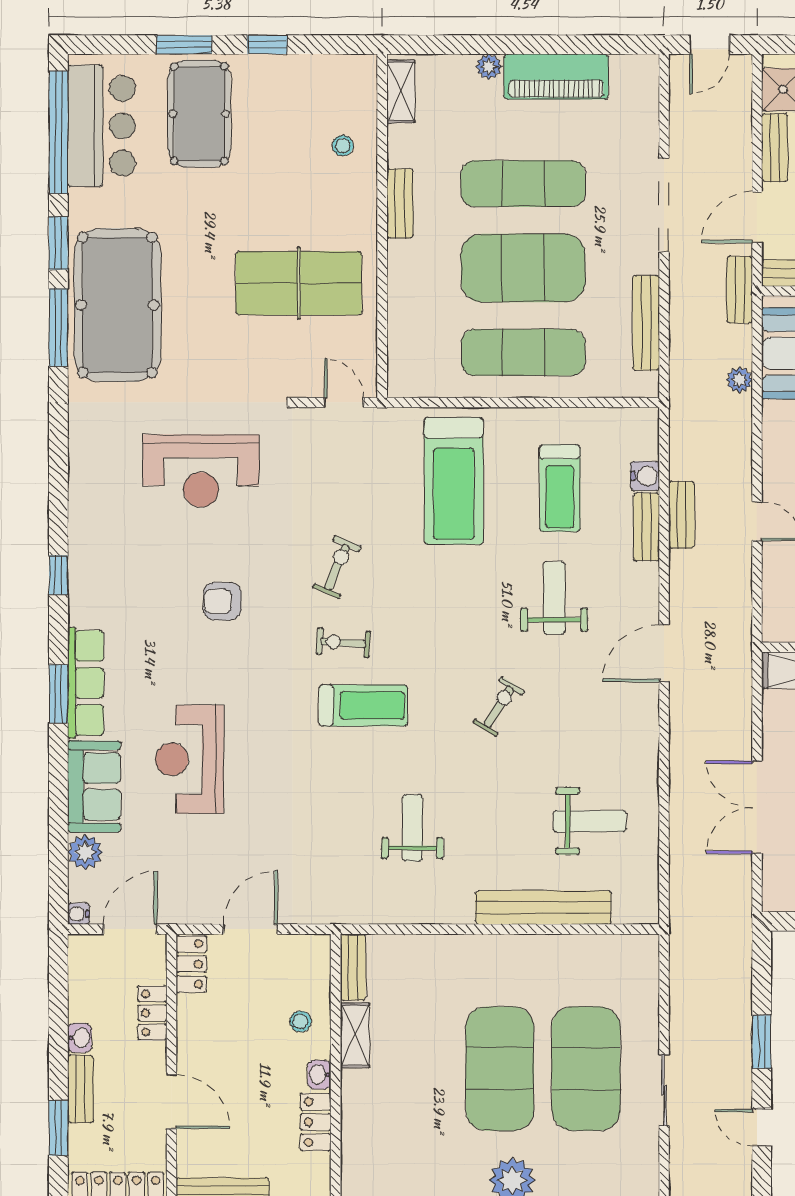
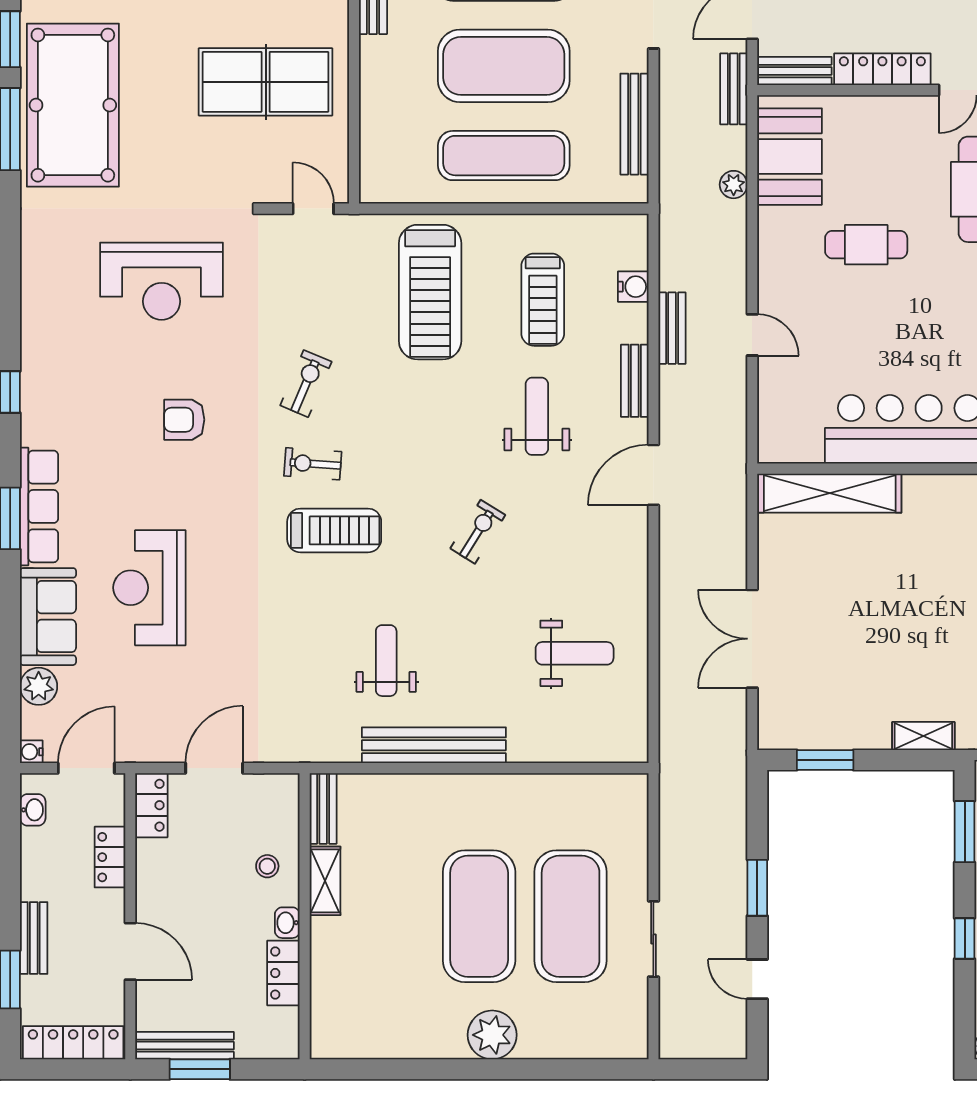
bench: (646, 527) -> (635, 381), moved
bench: (543, 908) -> (434, 745), moved
washbasin: (80, 1038) -> (33, 810), moved

